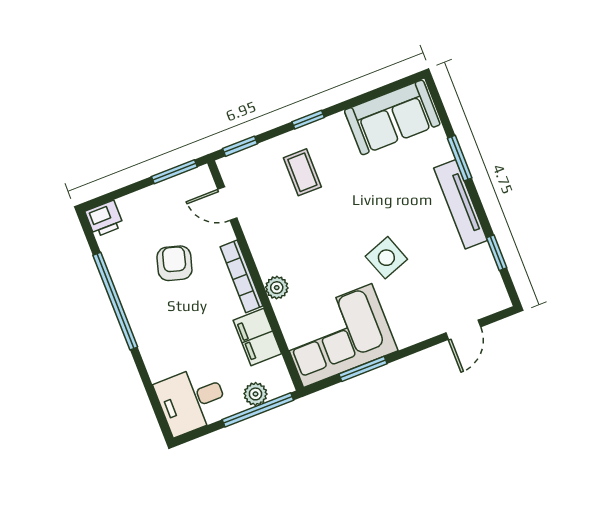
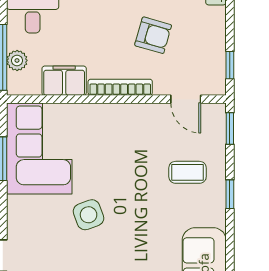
window: (174, 172) -> (230, 65), width x0.67
door: (227, 204) -> (186, 99), swing flipped
plant: (277, 288) -> (99, 113), removed

